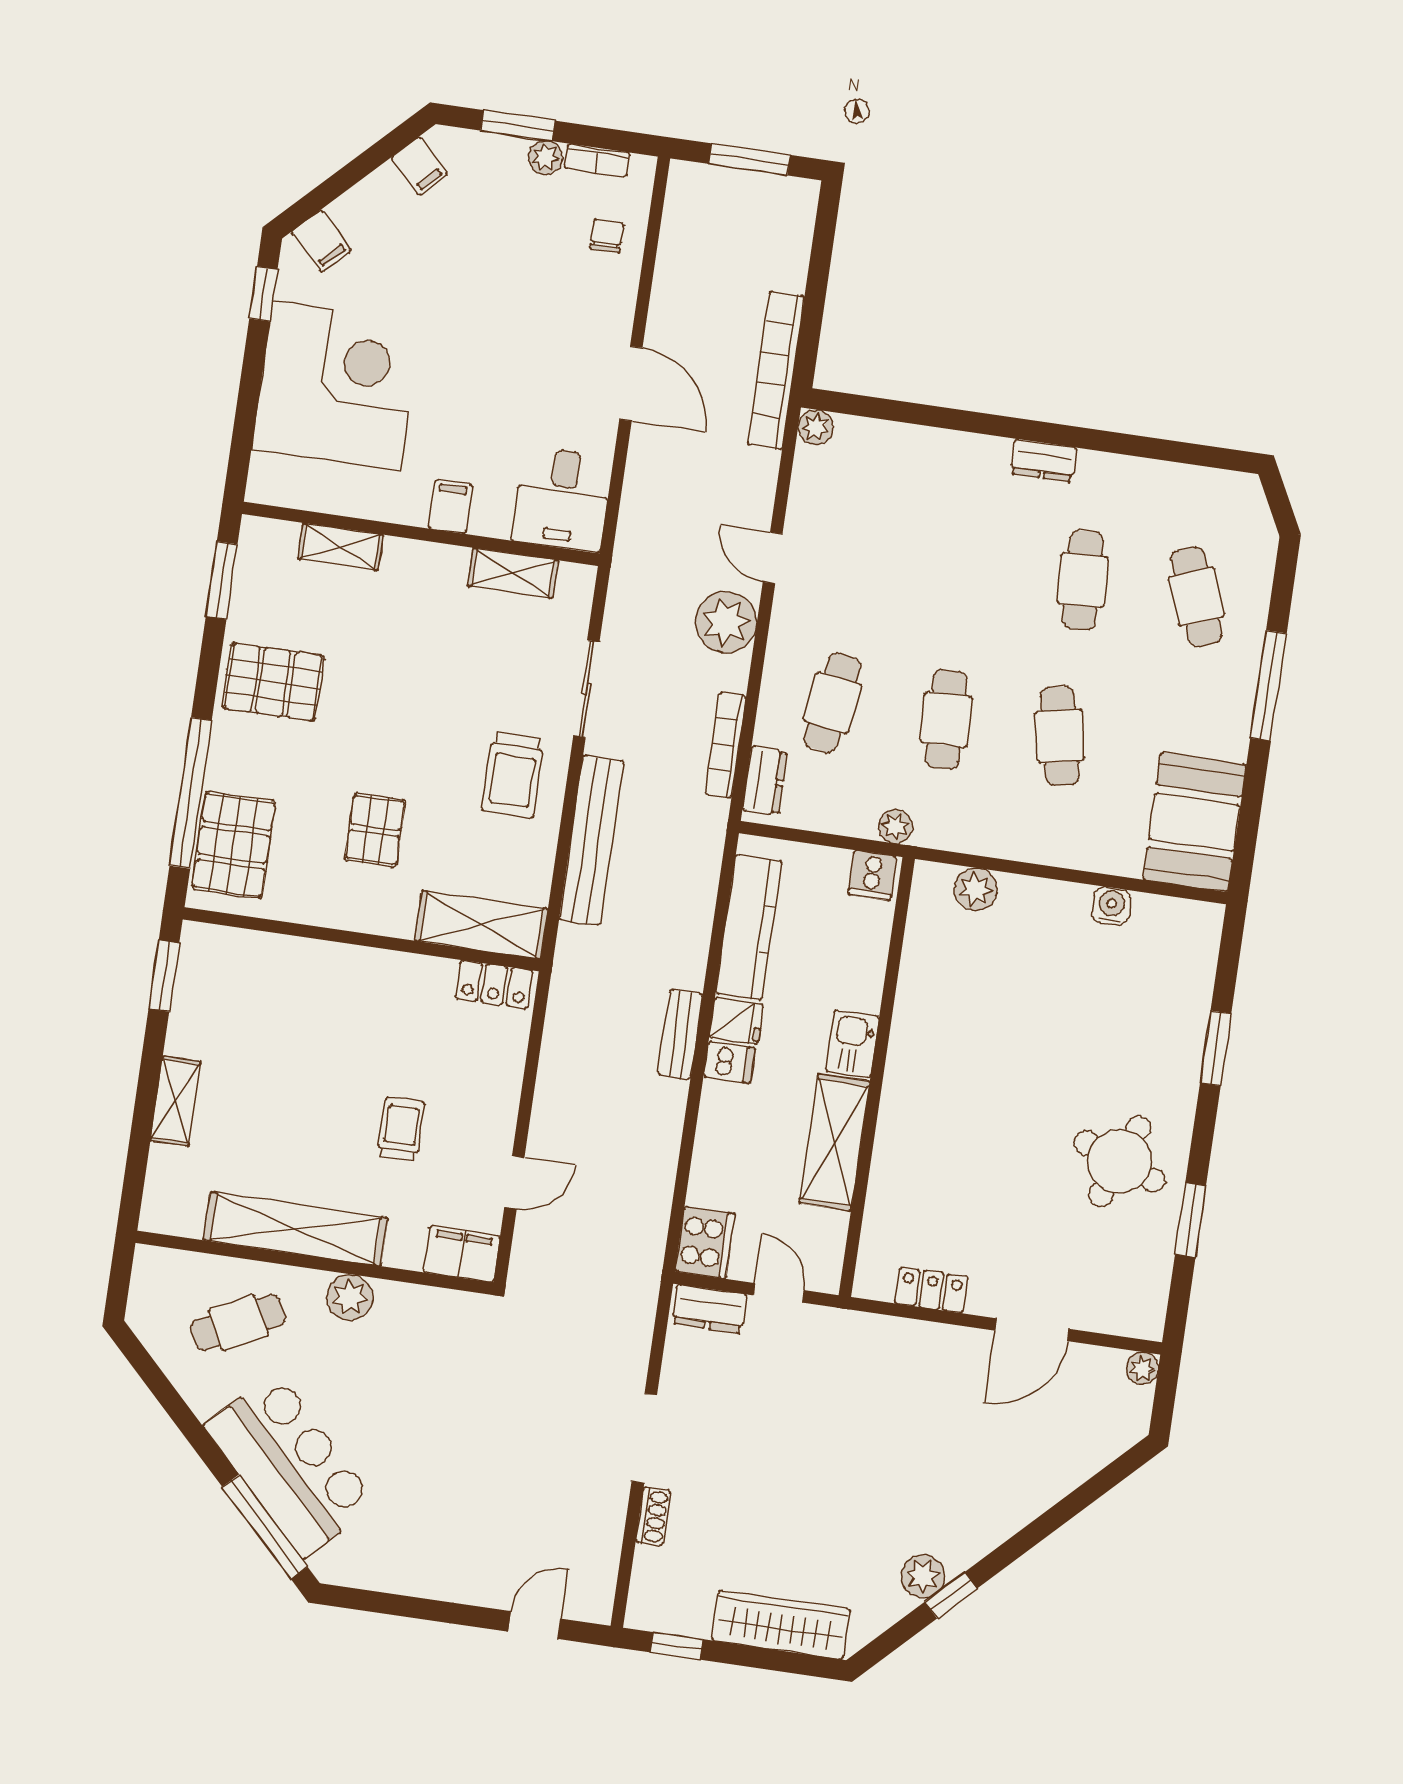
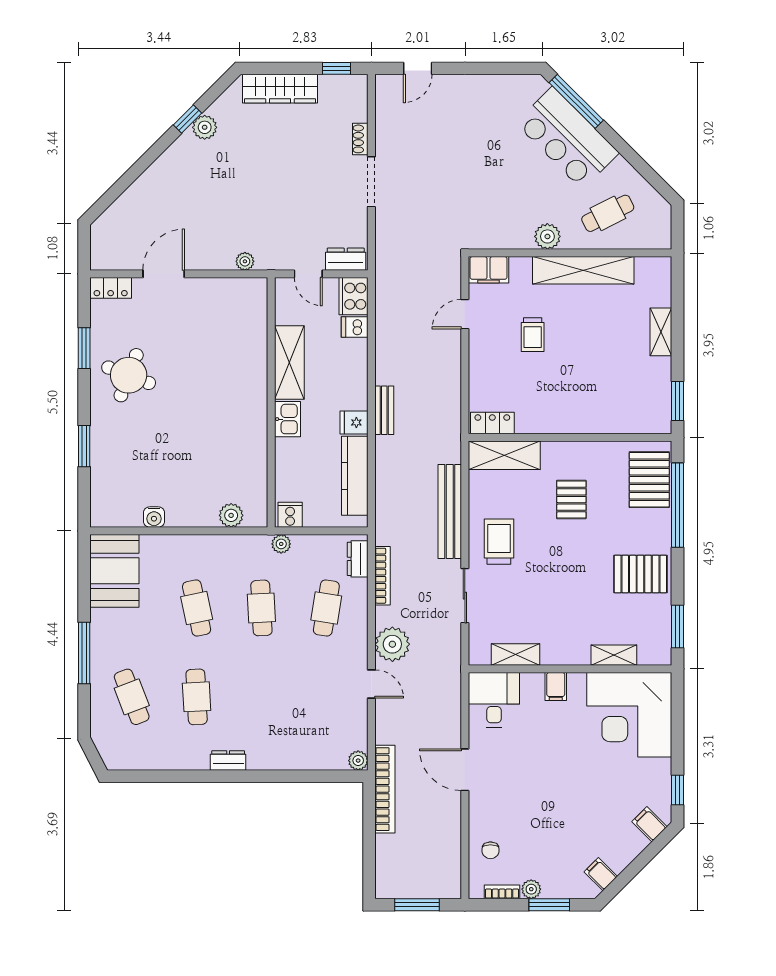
corner desk: (336, 386) -> (629, 715), moved
dishwasher: (729, 1062) -> (355, 327), moved
locker: (931, 1290) -> (111, 288), moved
plant: (1142, 1368) -> (245, 261), moved

